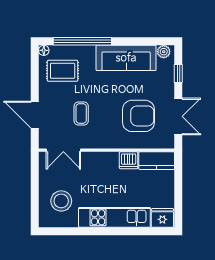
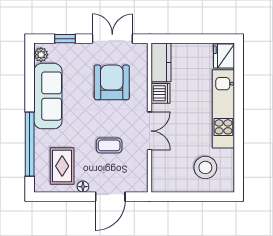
floor lamp: (44, 50) -> (83, 187), moved
double door: (63, 150) -> (150, 131), moved

